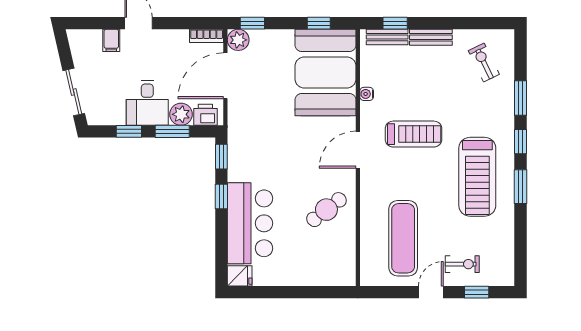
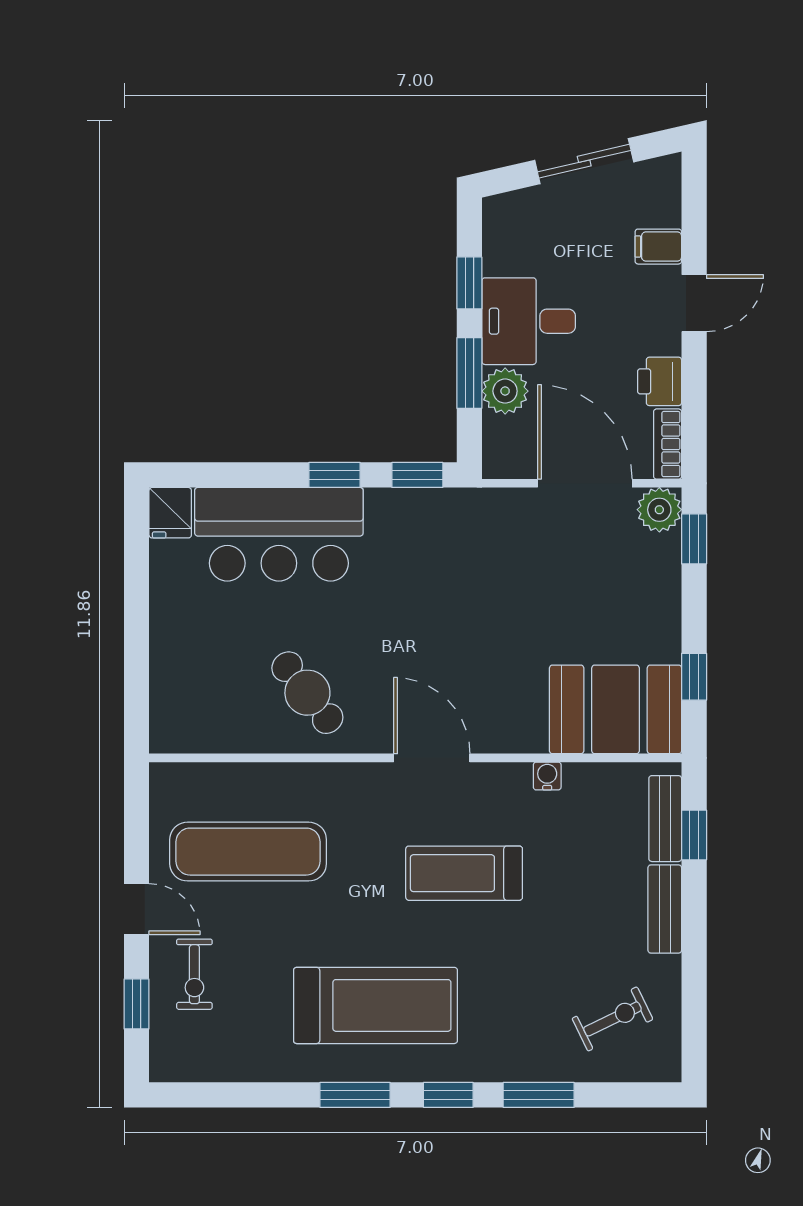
booth: (325, 73) -> (616, 709), width x0.73, depth x0.70
sliding door: (74, 92) -> (584, 161), moved
printer: (205, 115) -> (660, 381), moved, turned 180
treadmill: (414, 134) -> (464, 873), turned 90
treadmill: (477, 177) -> (376, 1005), turned 180

